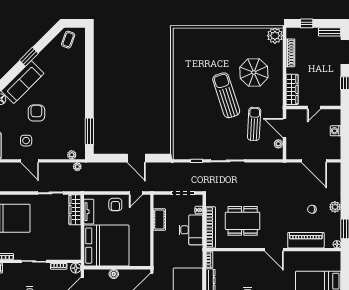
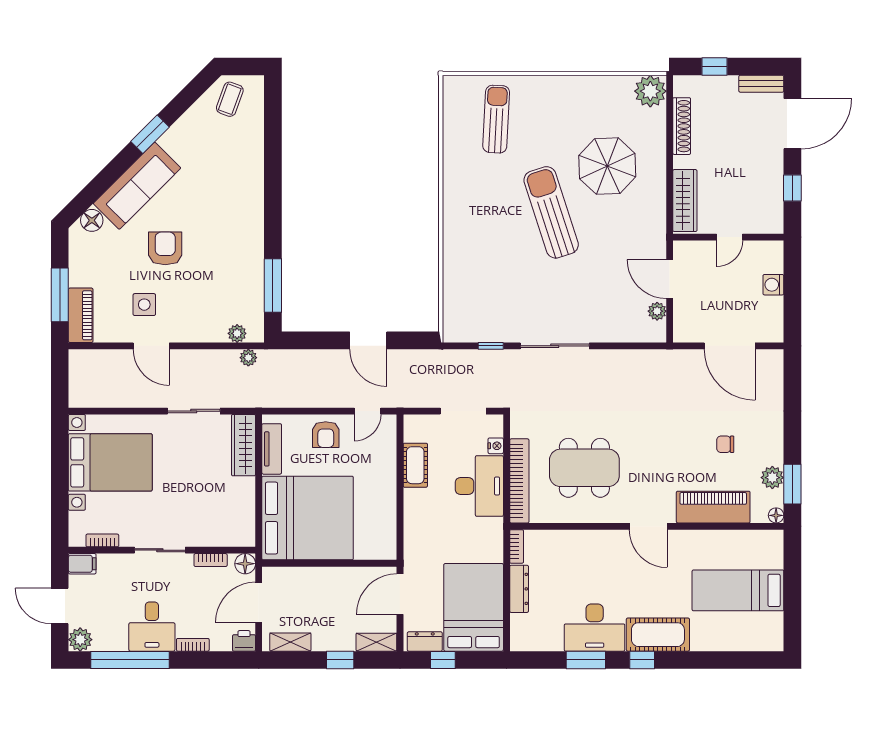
sun lounger: (254, 124) -> (496, 119), moved
plant: (335, 207) -> (772, 478), moved
boiler: (114, 274) -> (322, 576), removed

